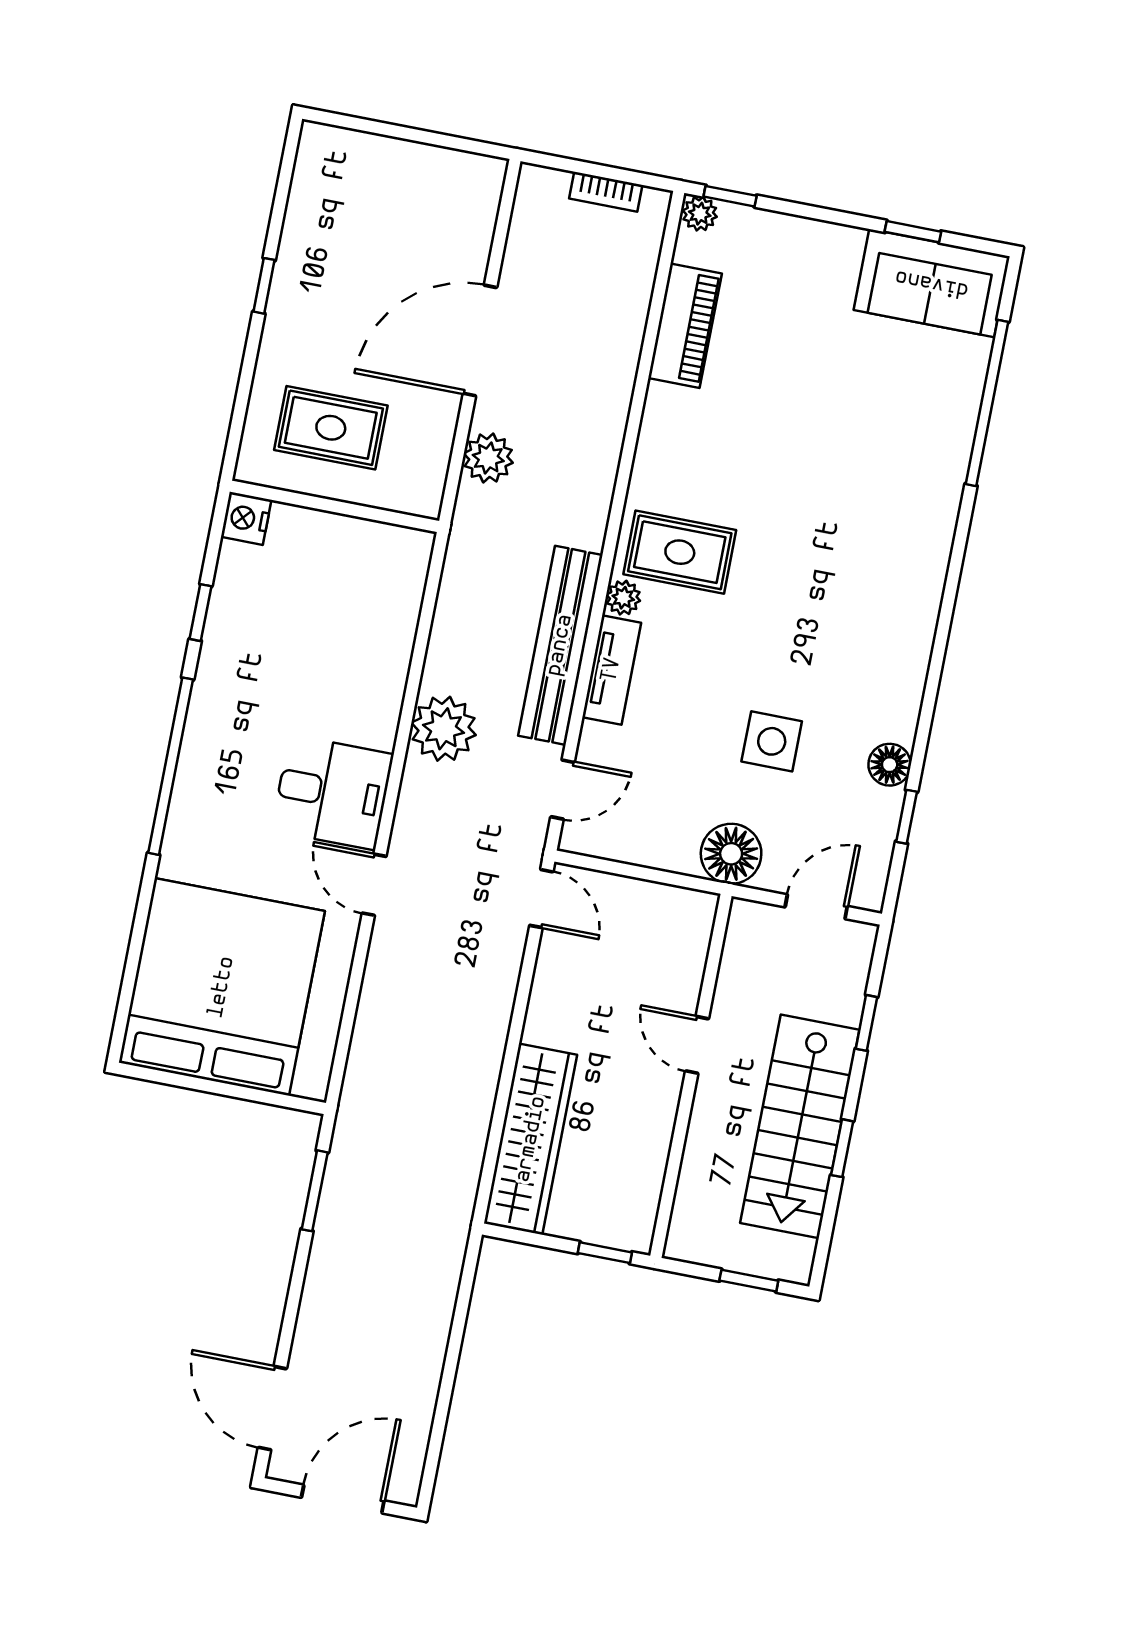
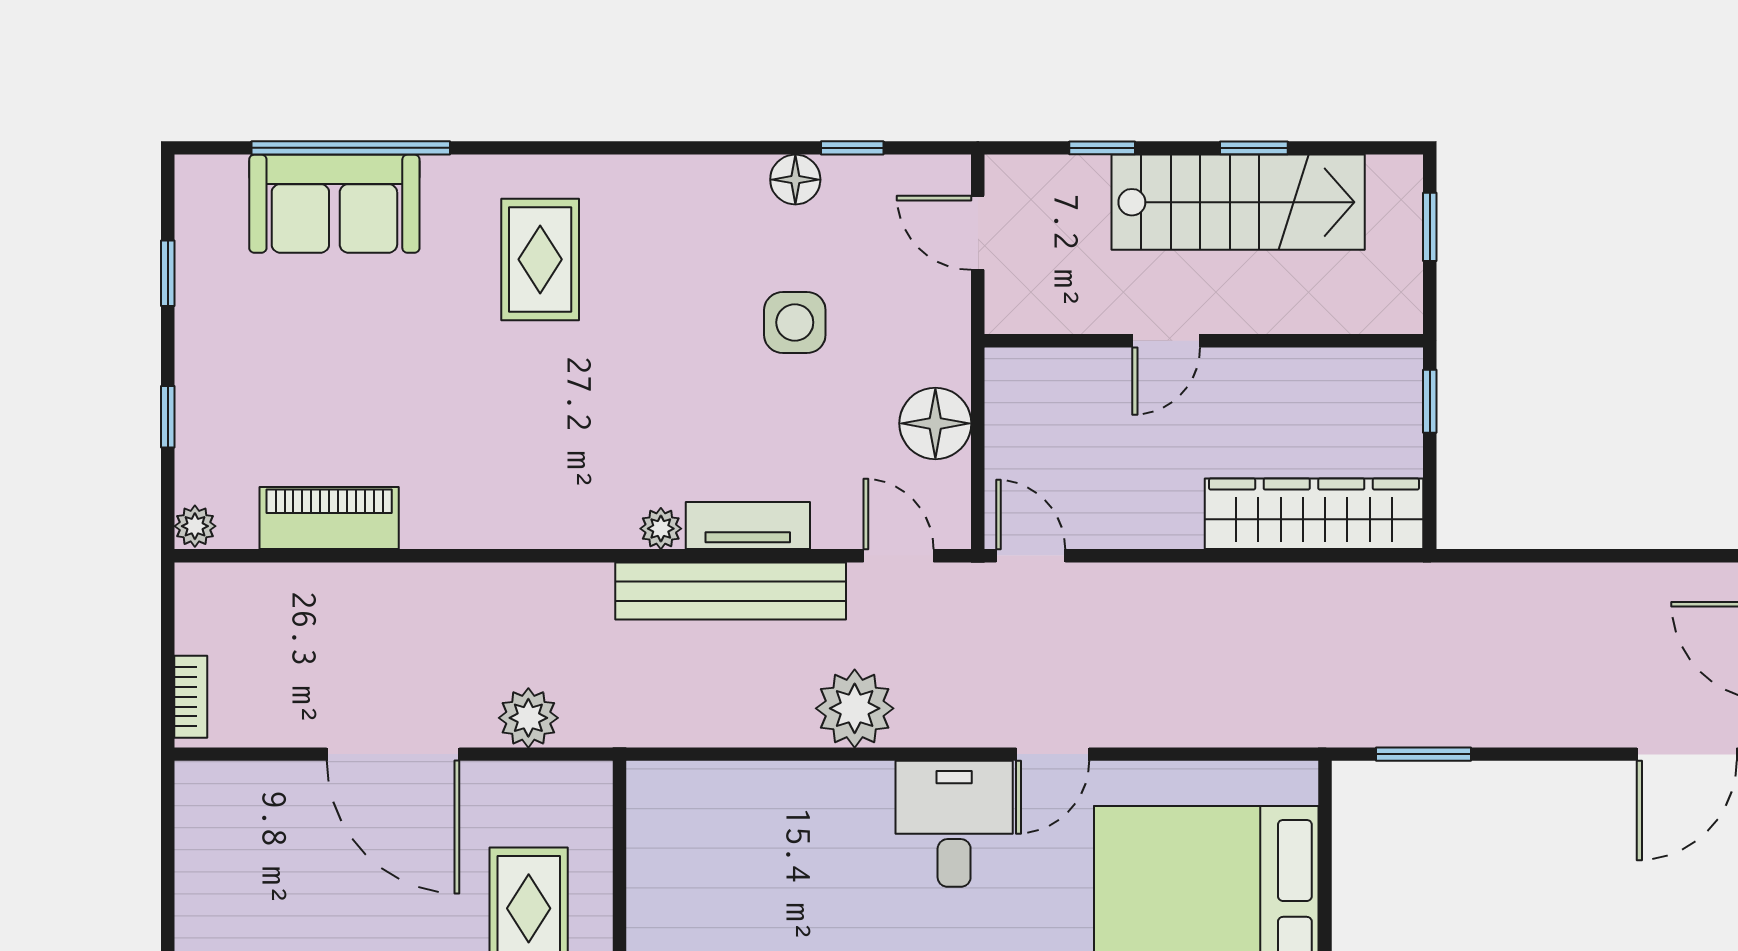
bookcase: (606, 192) -> (191, 697), moved
window: (730, 196) -> (168, 417), moved
sofa: (932, 283) -> (334, 204), moved, turned 90
rug: (680, 552) -> (540, 259), moved
floor lamp: (731, 854) -> (935, 423), moved
door: (541, 899) -> (1031, 556), hinge flipped

